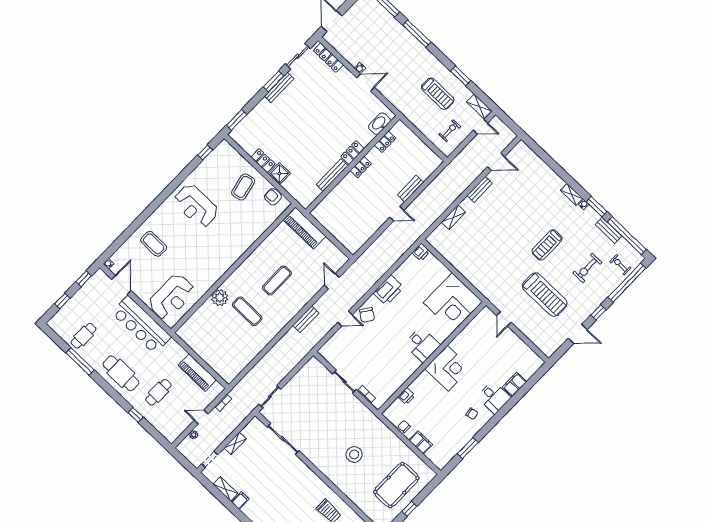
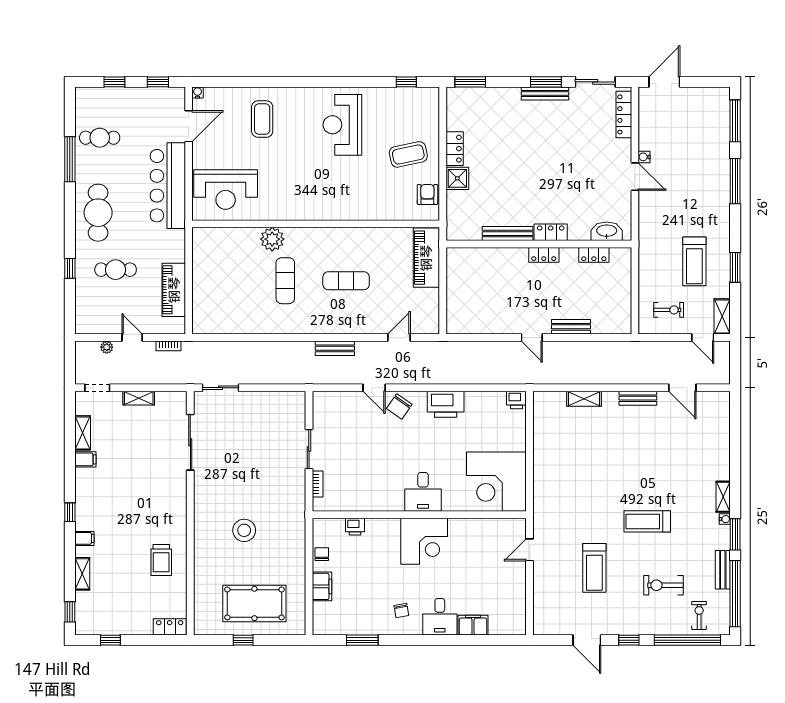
treadmill: (545, 295) -> (594, 568), width x0.73, depth x0.73

